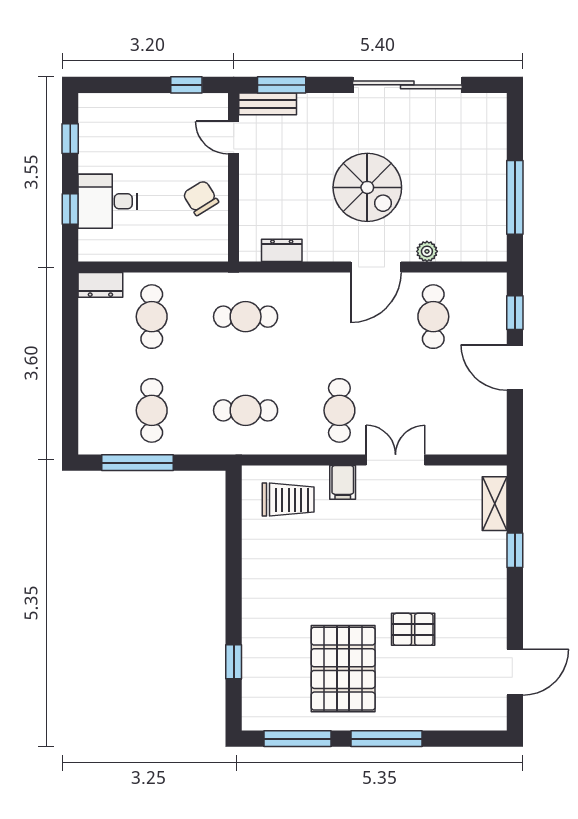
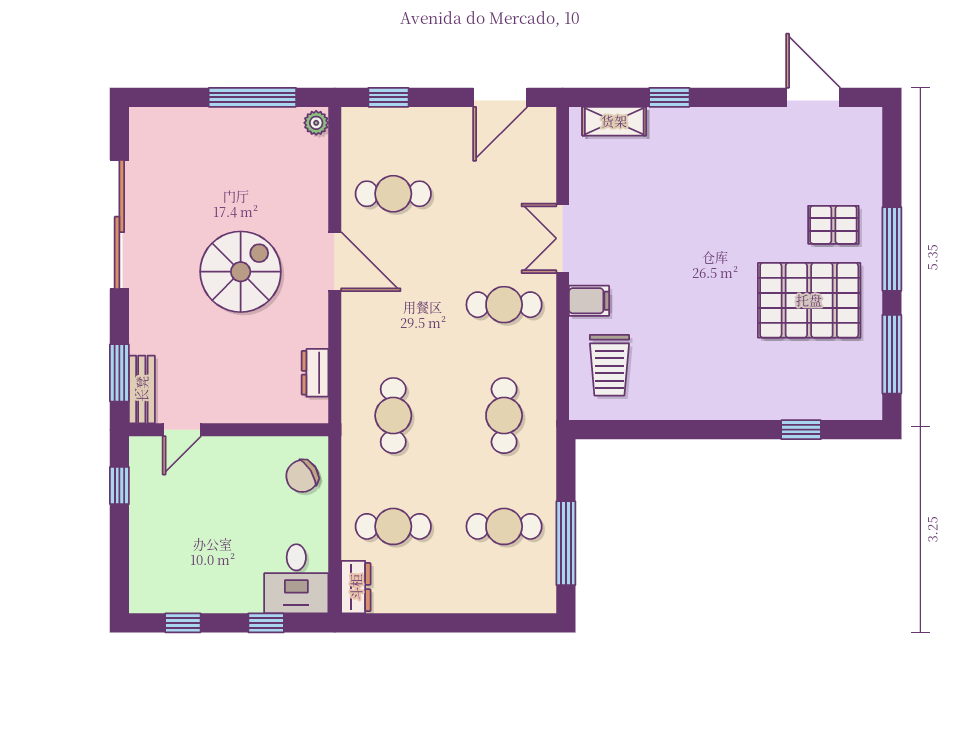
chair: (201, 198) -> (302, 476), moved
desk: (107, 201) -> (296, 579), moved
plant: (427, 251) -> (316, 123), moved
door: (515, 367) -> (500, 97), moved
trolley: (288, 500) -> (609, 365), turned 180
pallet: (413, 629) -> (833, 225), moved, turned 90

